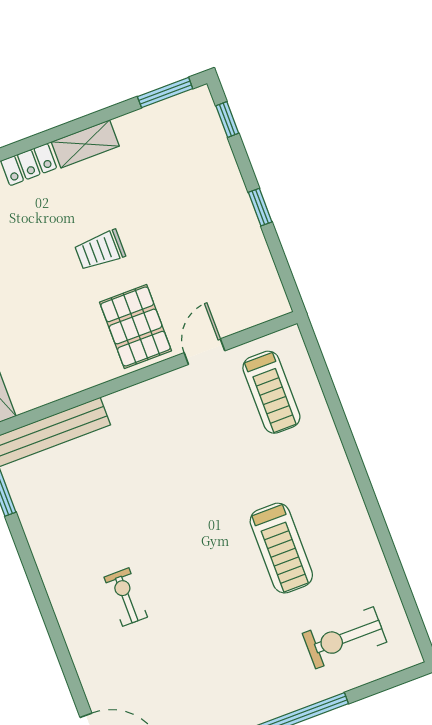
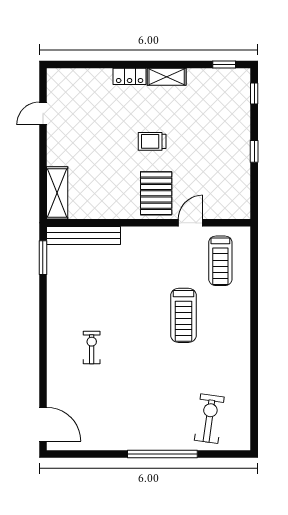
window: (165, 93) -> (224, 64), width x0.67
treadmill: (281, 548) -> (183, 315), moved
exercise bike: (345, 638) -> (209, 419), turned 98

